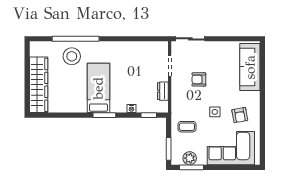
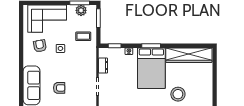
armchair: (199, 79) -> (59, 88), moved
wardrobe: (39, 85) -> (189, 55), moved, turned -90
bed: (98, 88) -> (151, 68), width x1.50

